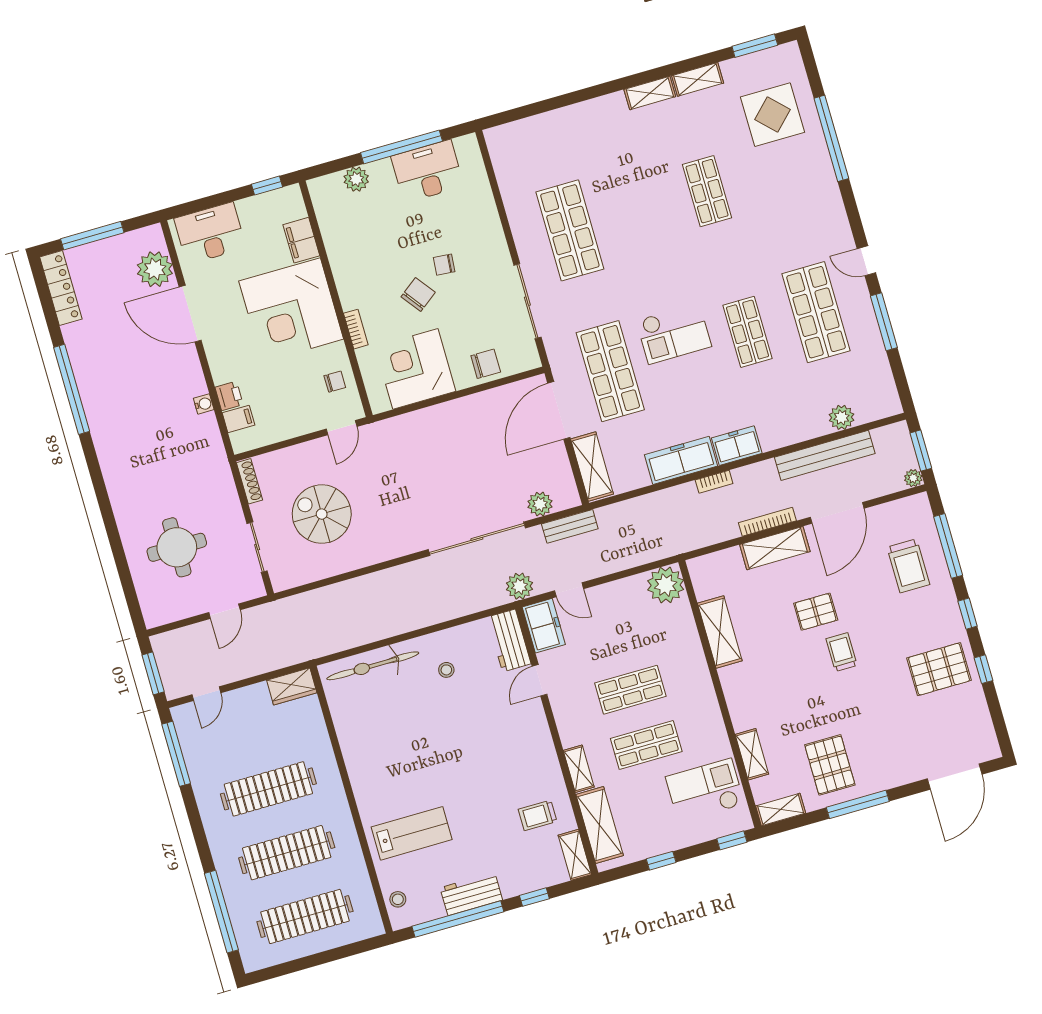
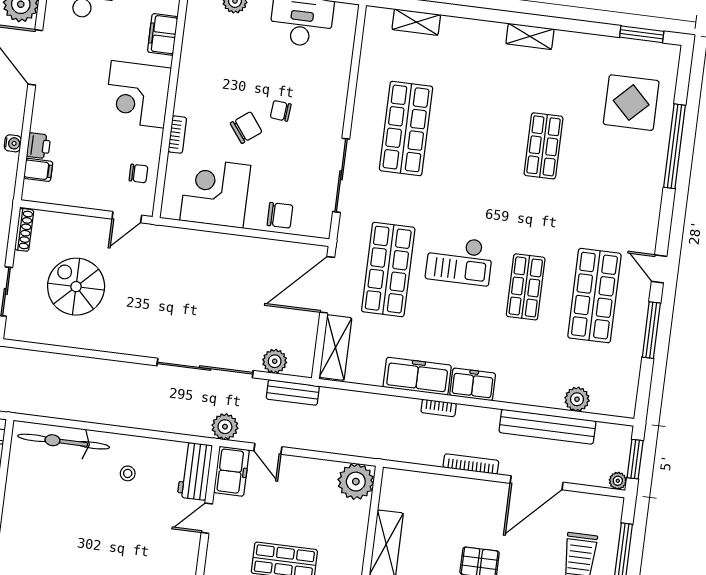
shelving: (698, 79) -> (416, 22), moved
corner desk: (291, 310) -> (138, 94), width x0.74, depth x0.74
shelving: (775, 548) -> (467, 490), removed

